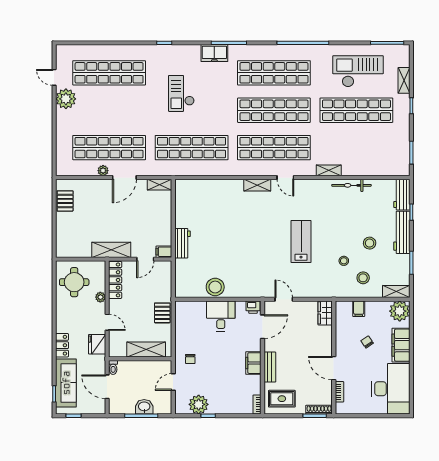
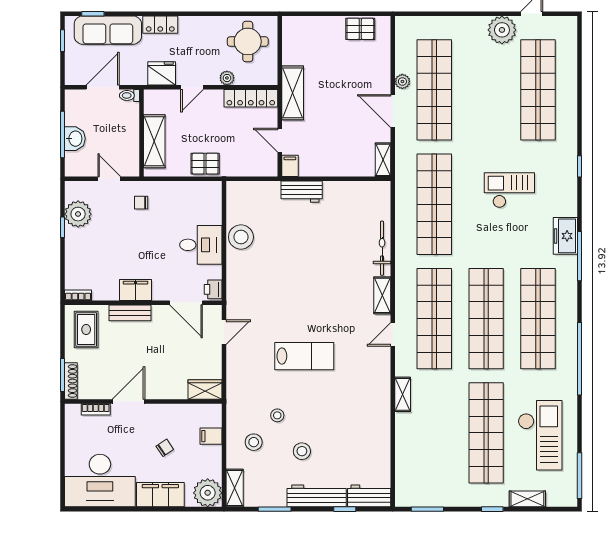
bicycle: (351, 185) -> (382, 248), moved

